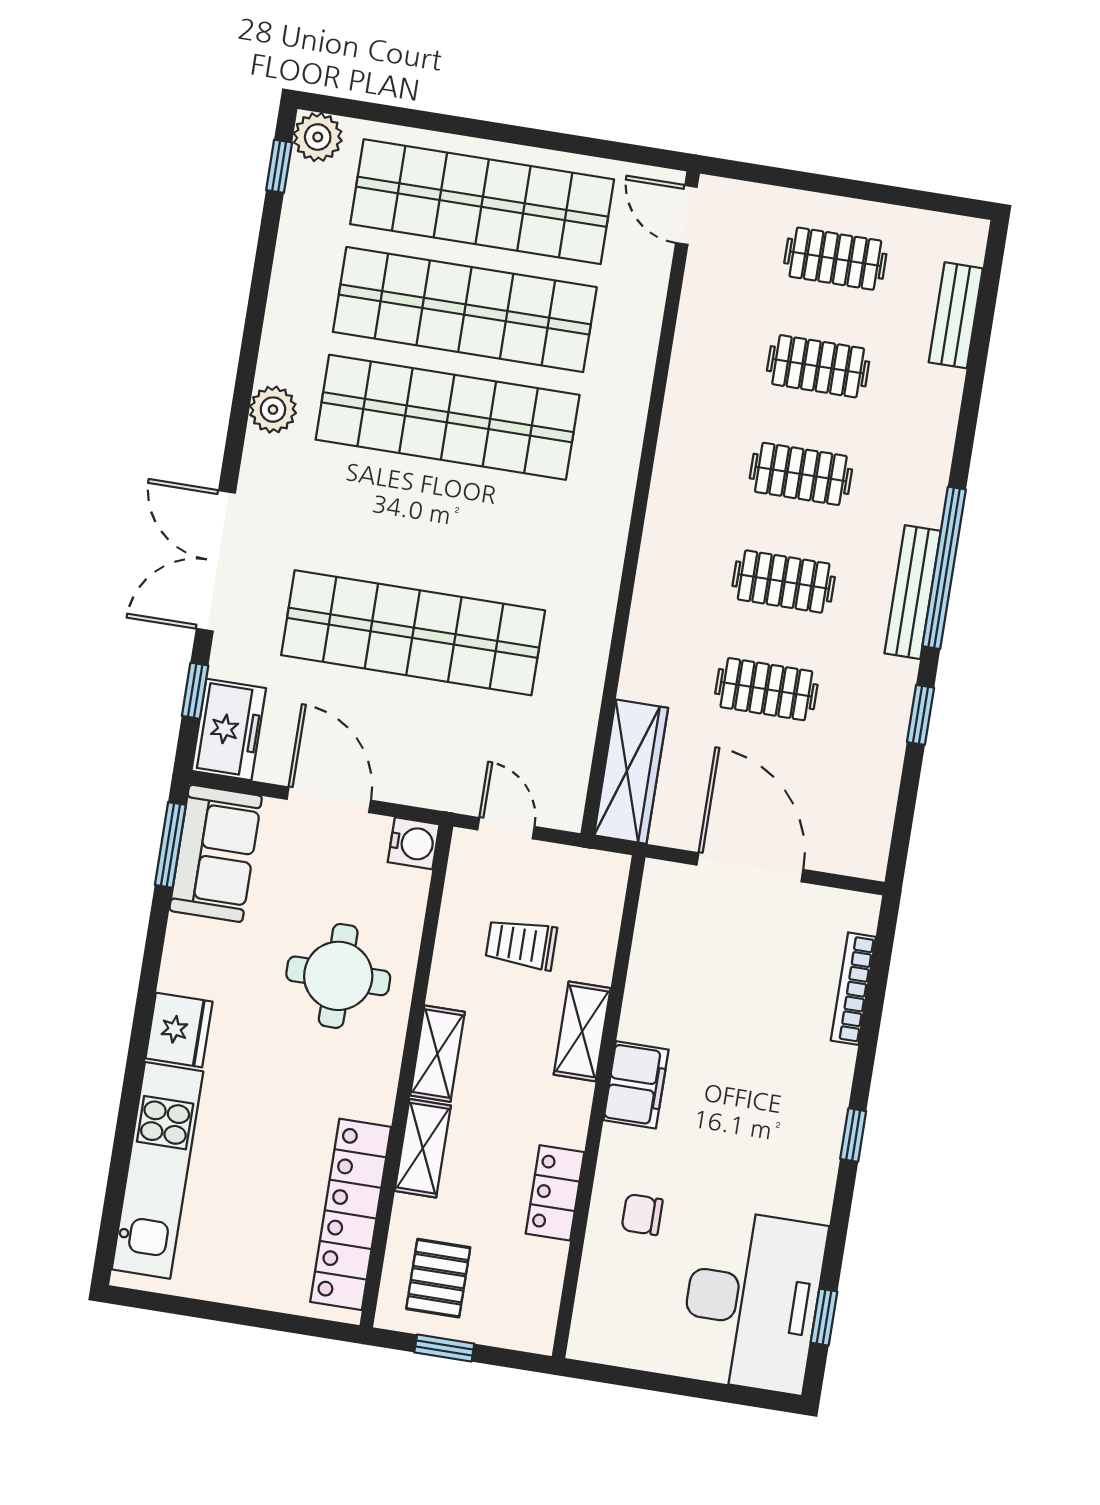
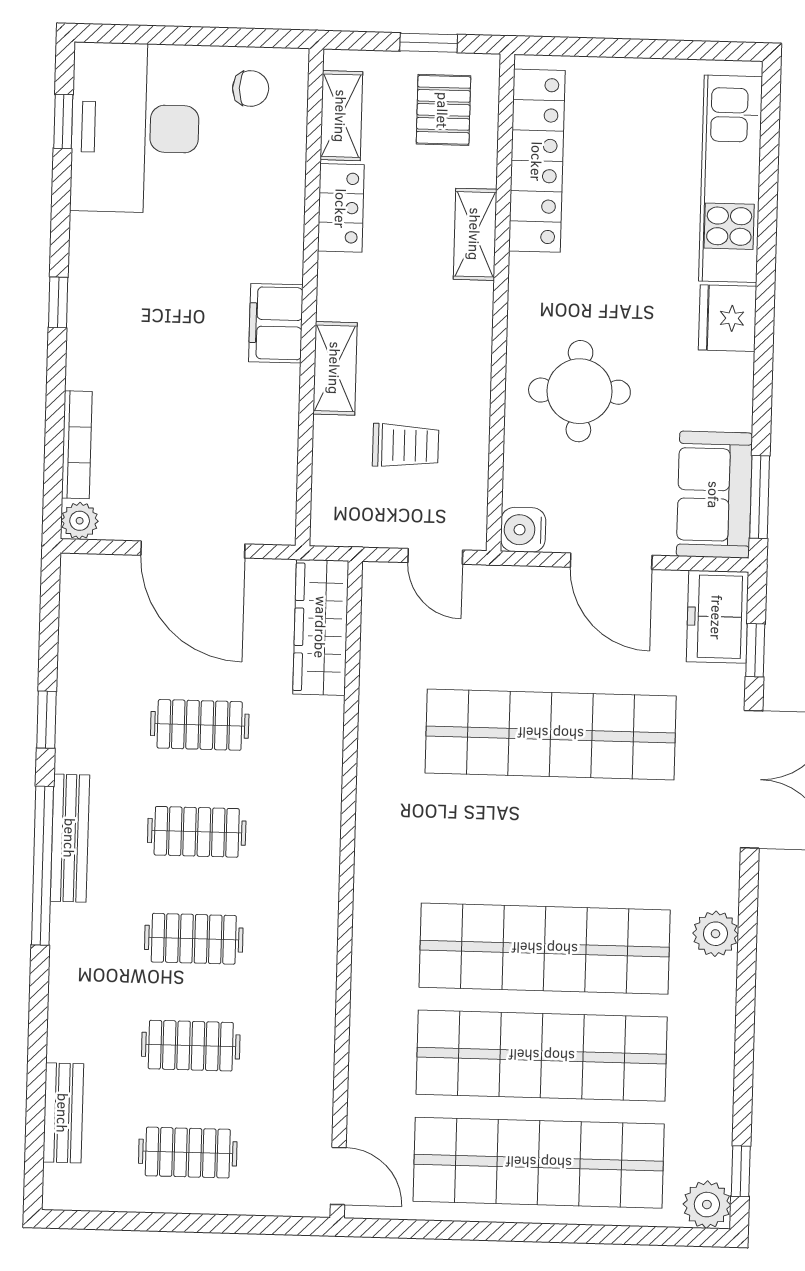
plant: (861, 911) -> (80, 521), added
shelving: (437, 1054) -> (341, 116), moved
chair: (642, 1215) -> (251, 88), moved

